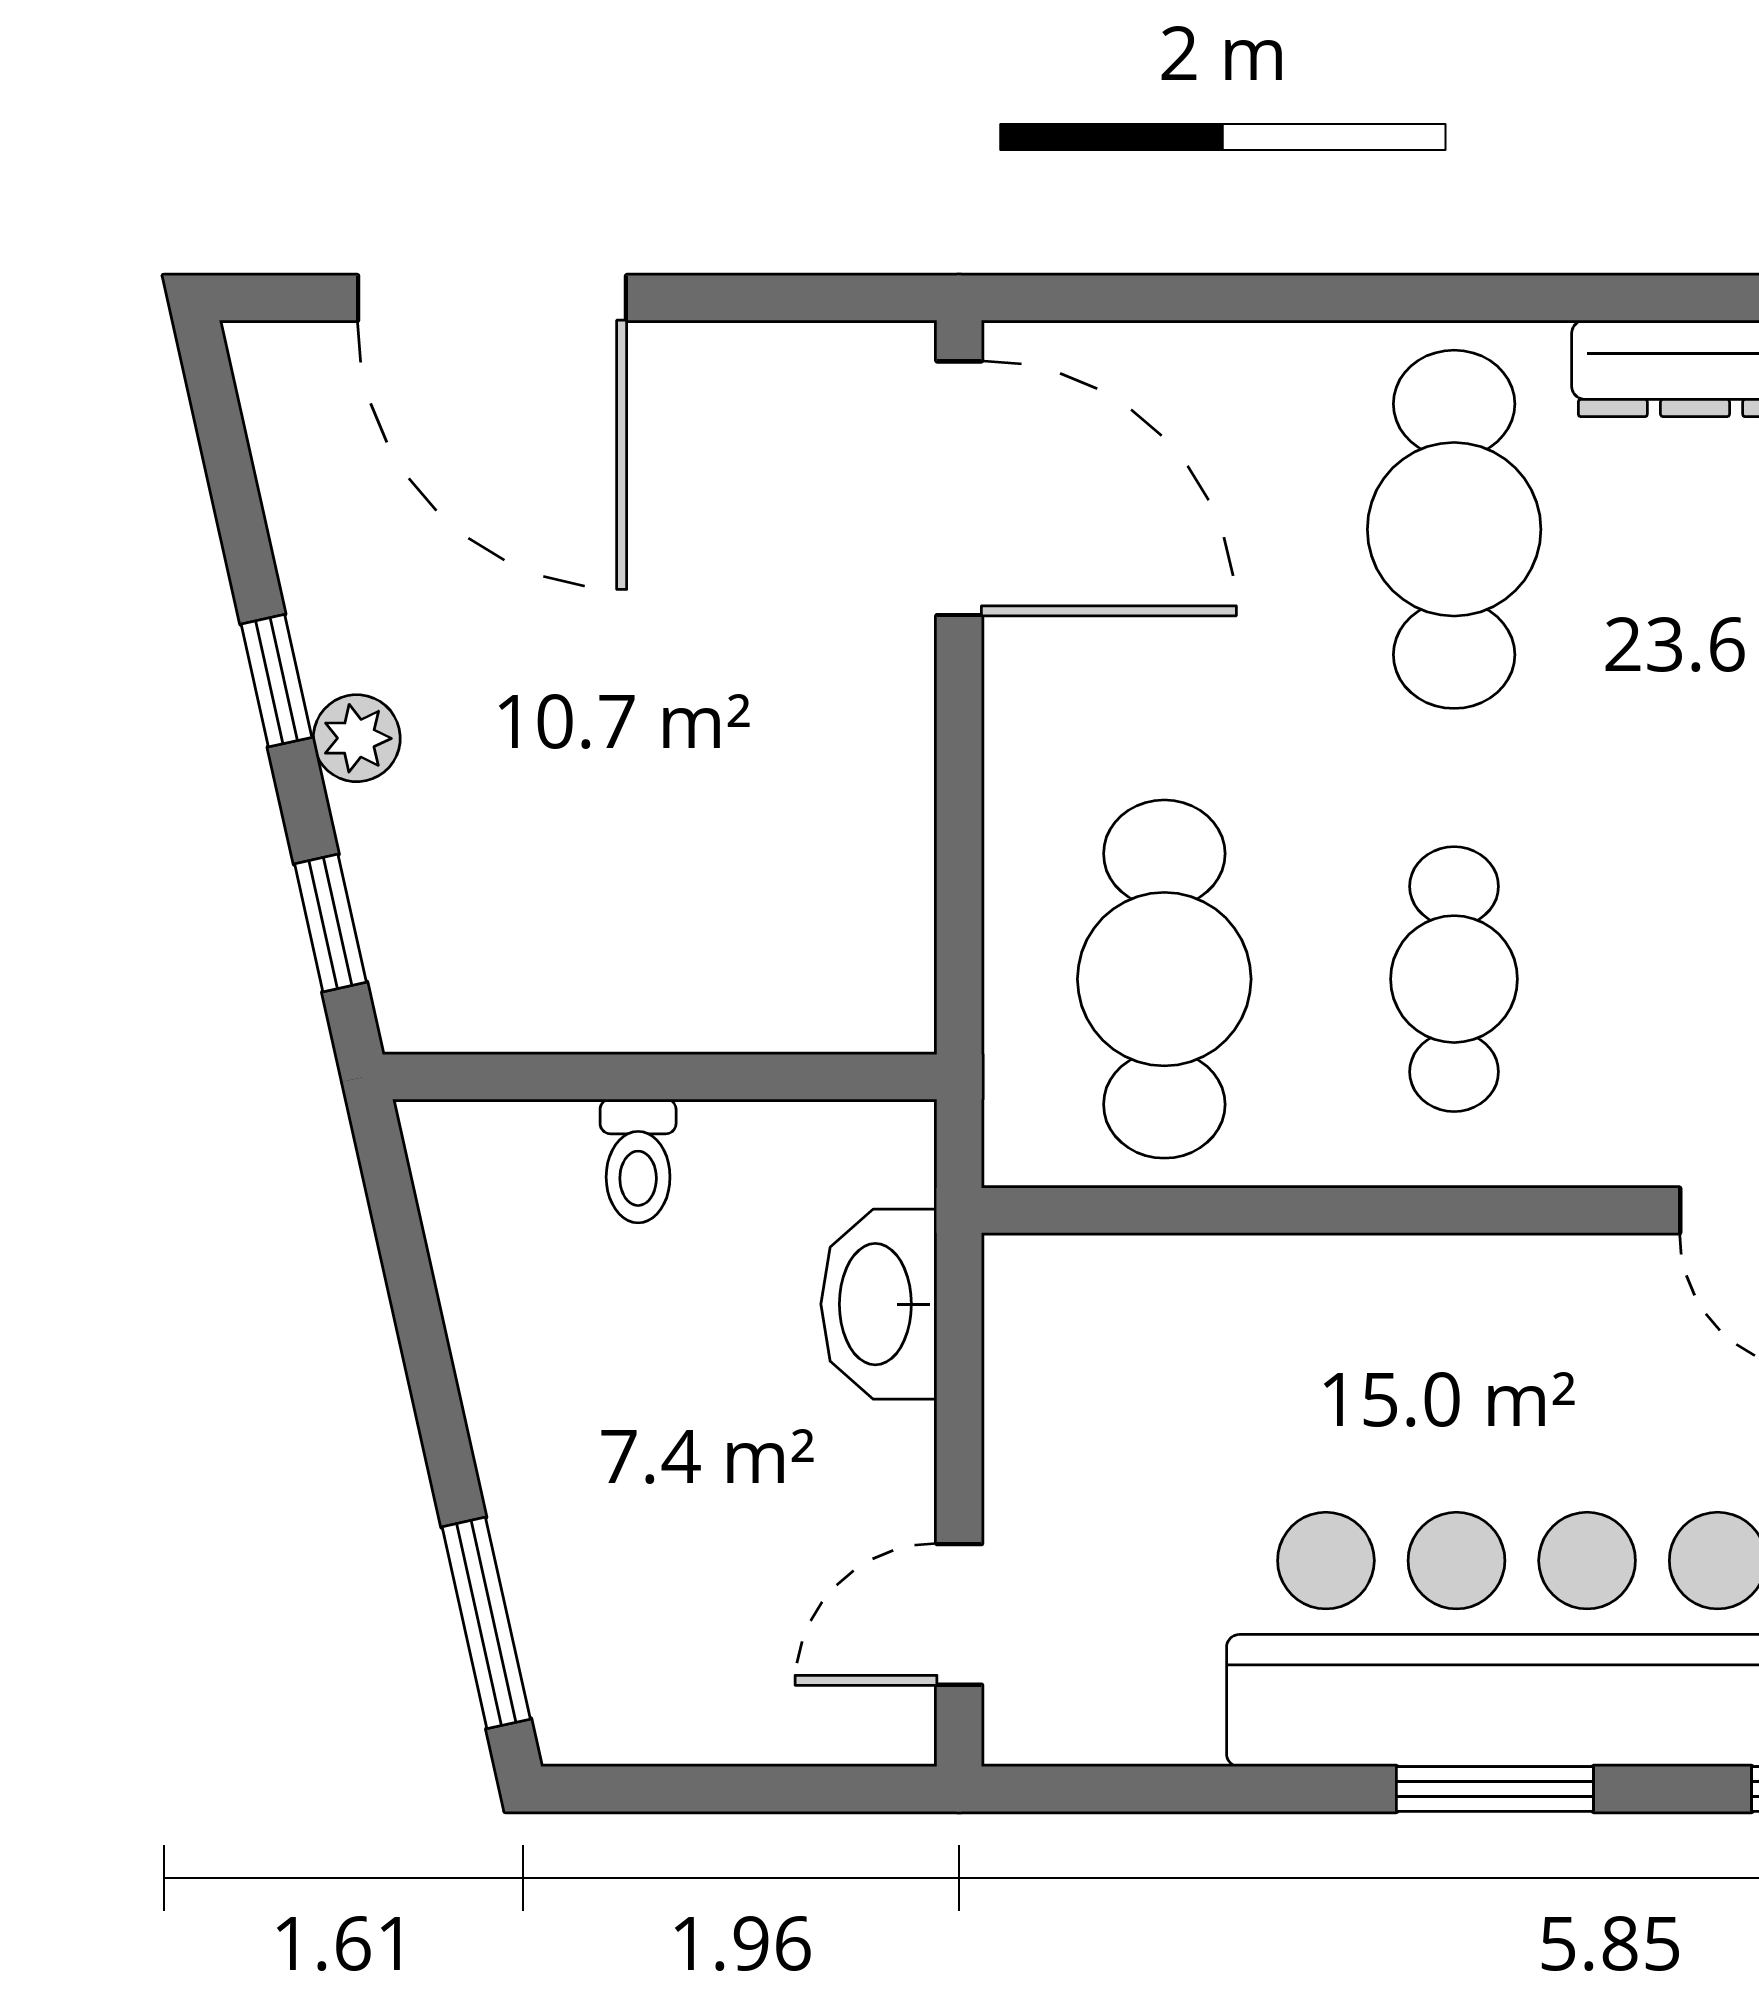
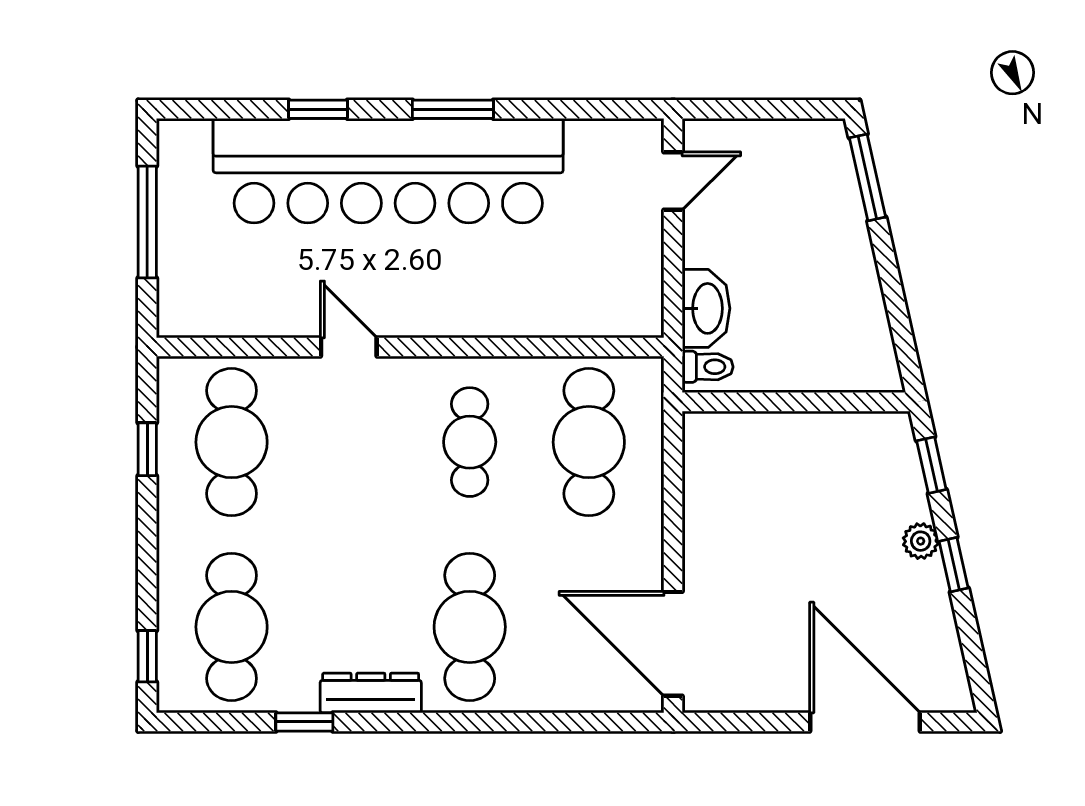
toilet: (638, 1161) -> (708, 367), moved, turned 90

